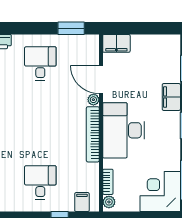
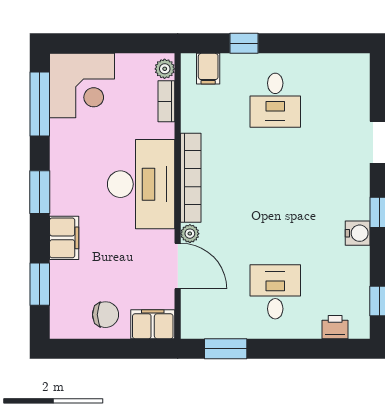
chair: (146, 49) -> (106, 315), added
desk: (40, 63) -> (275, 292), turned 180

